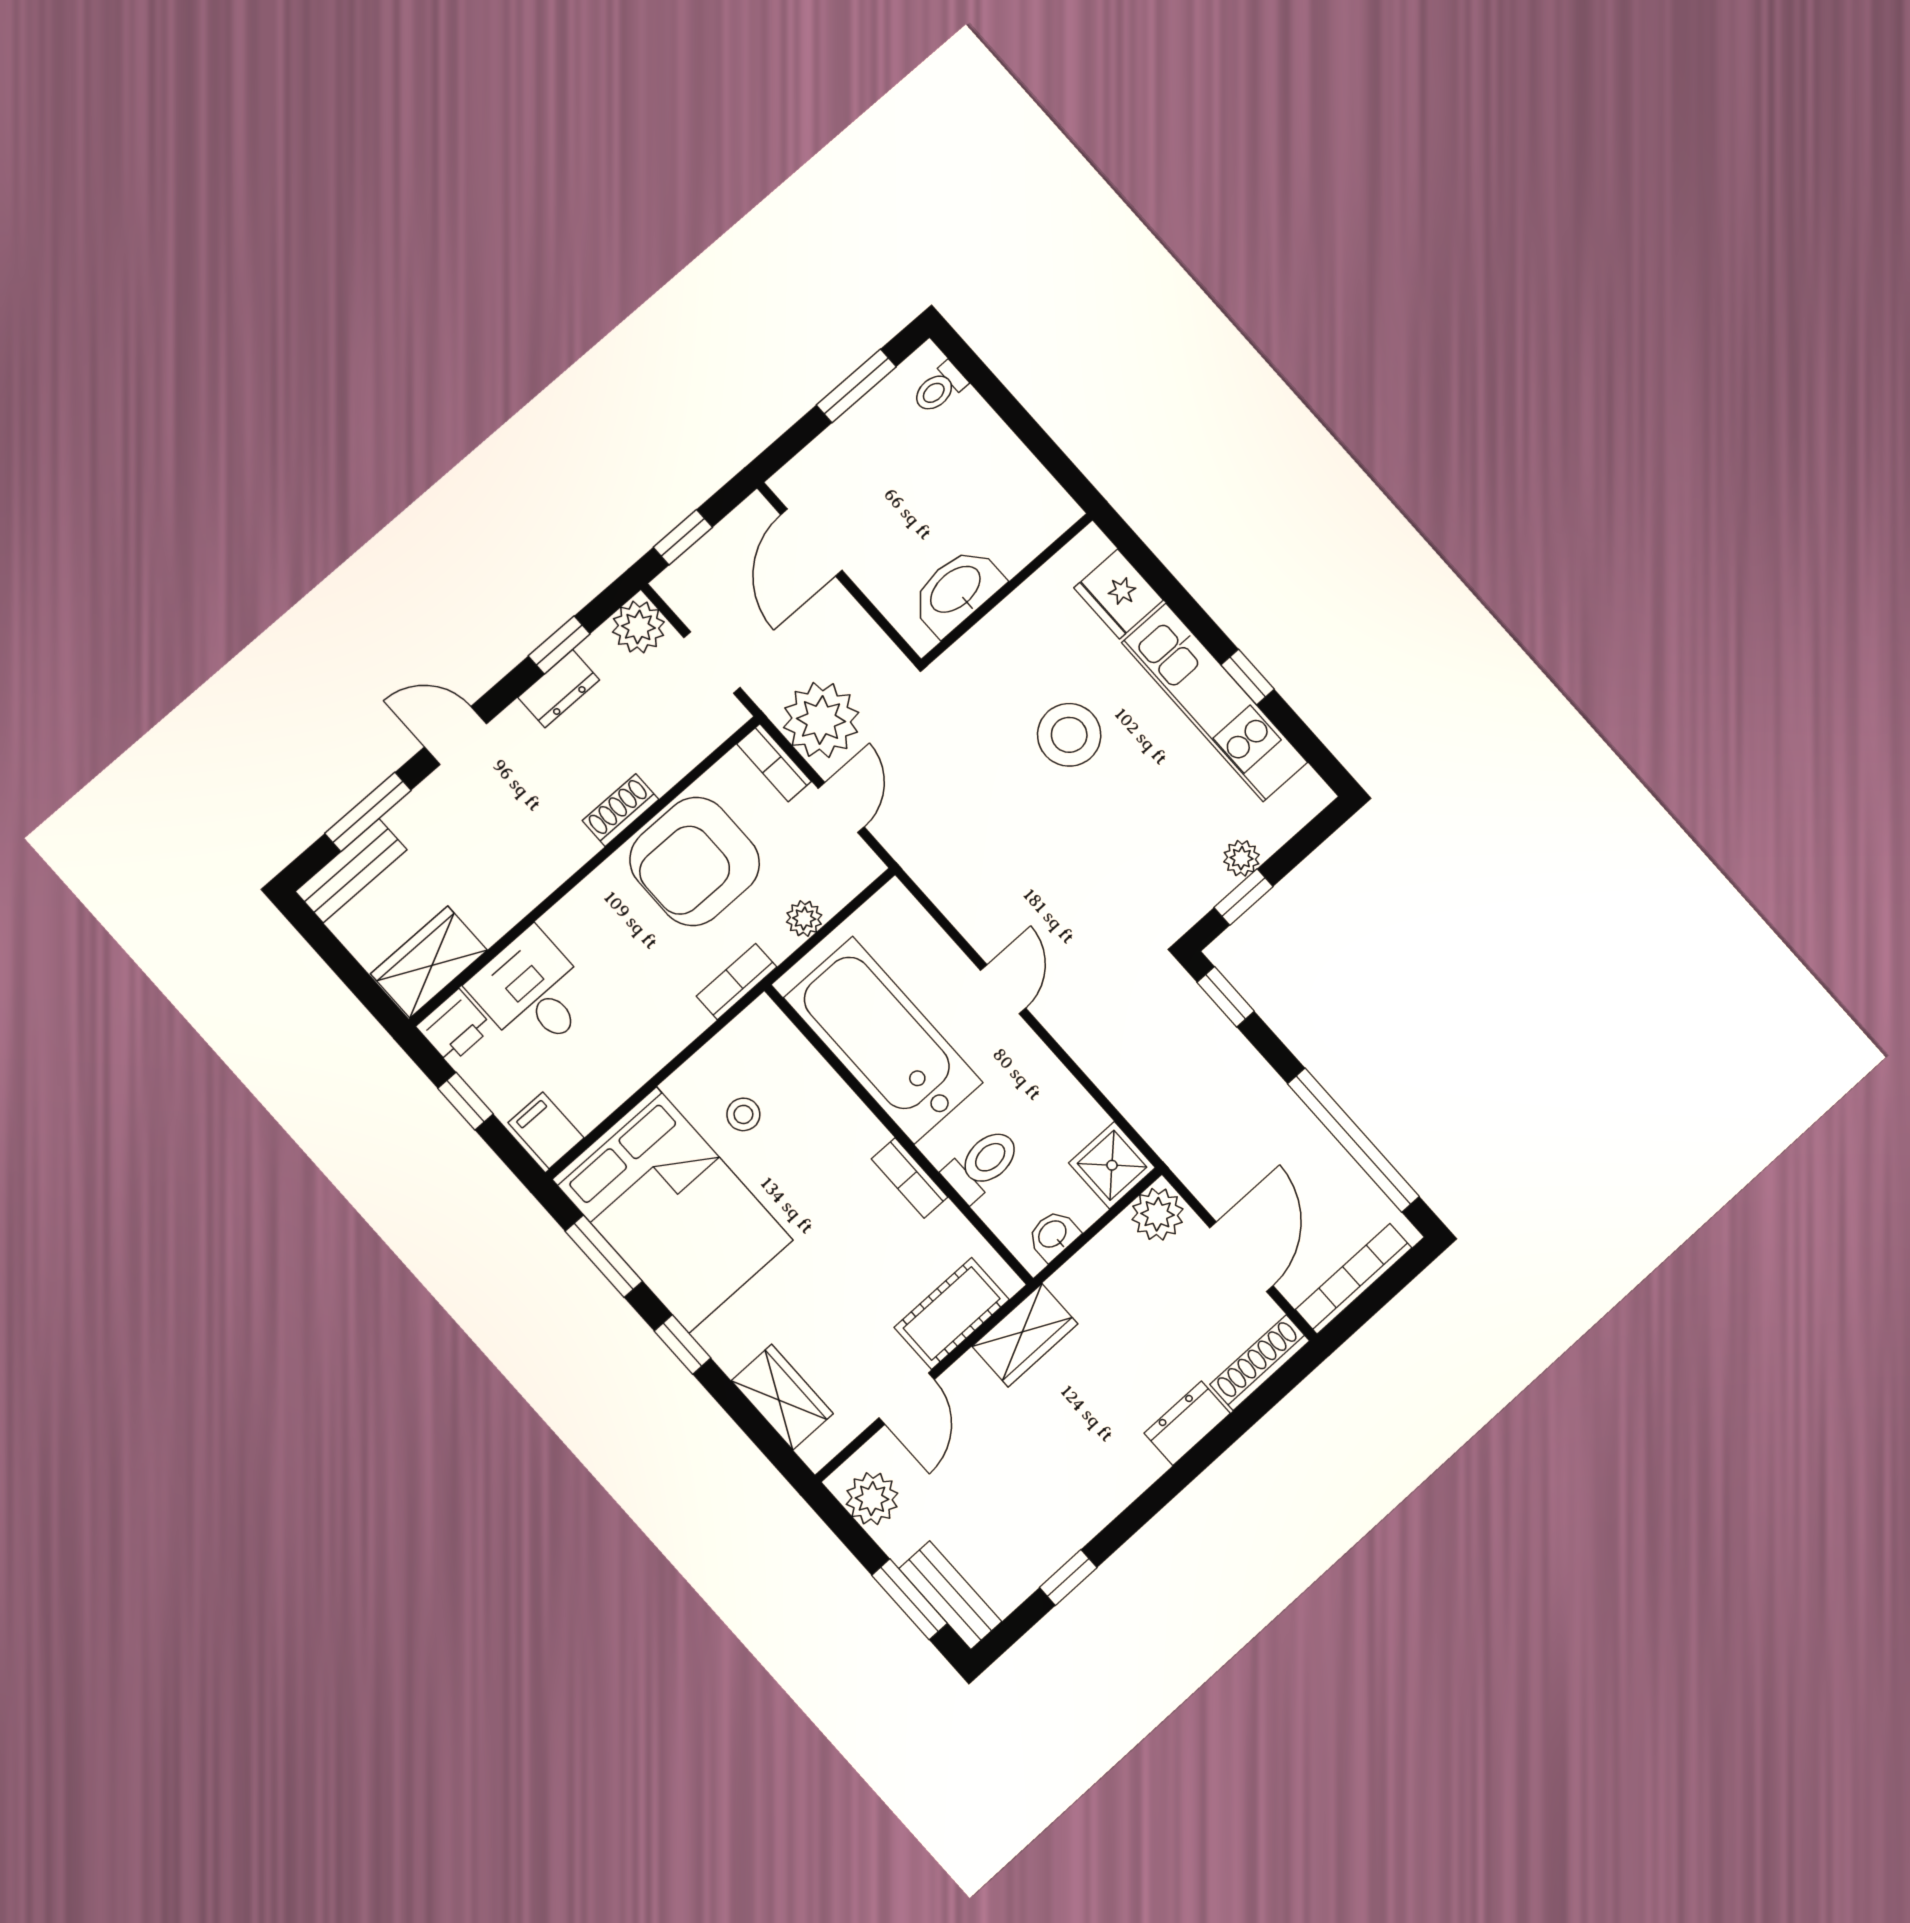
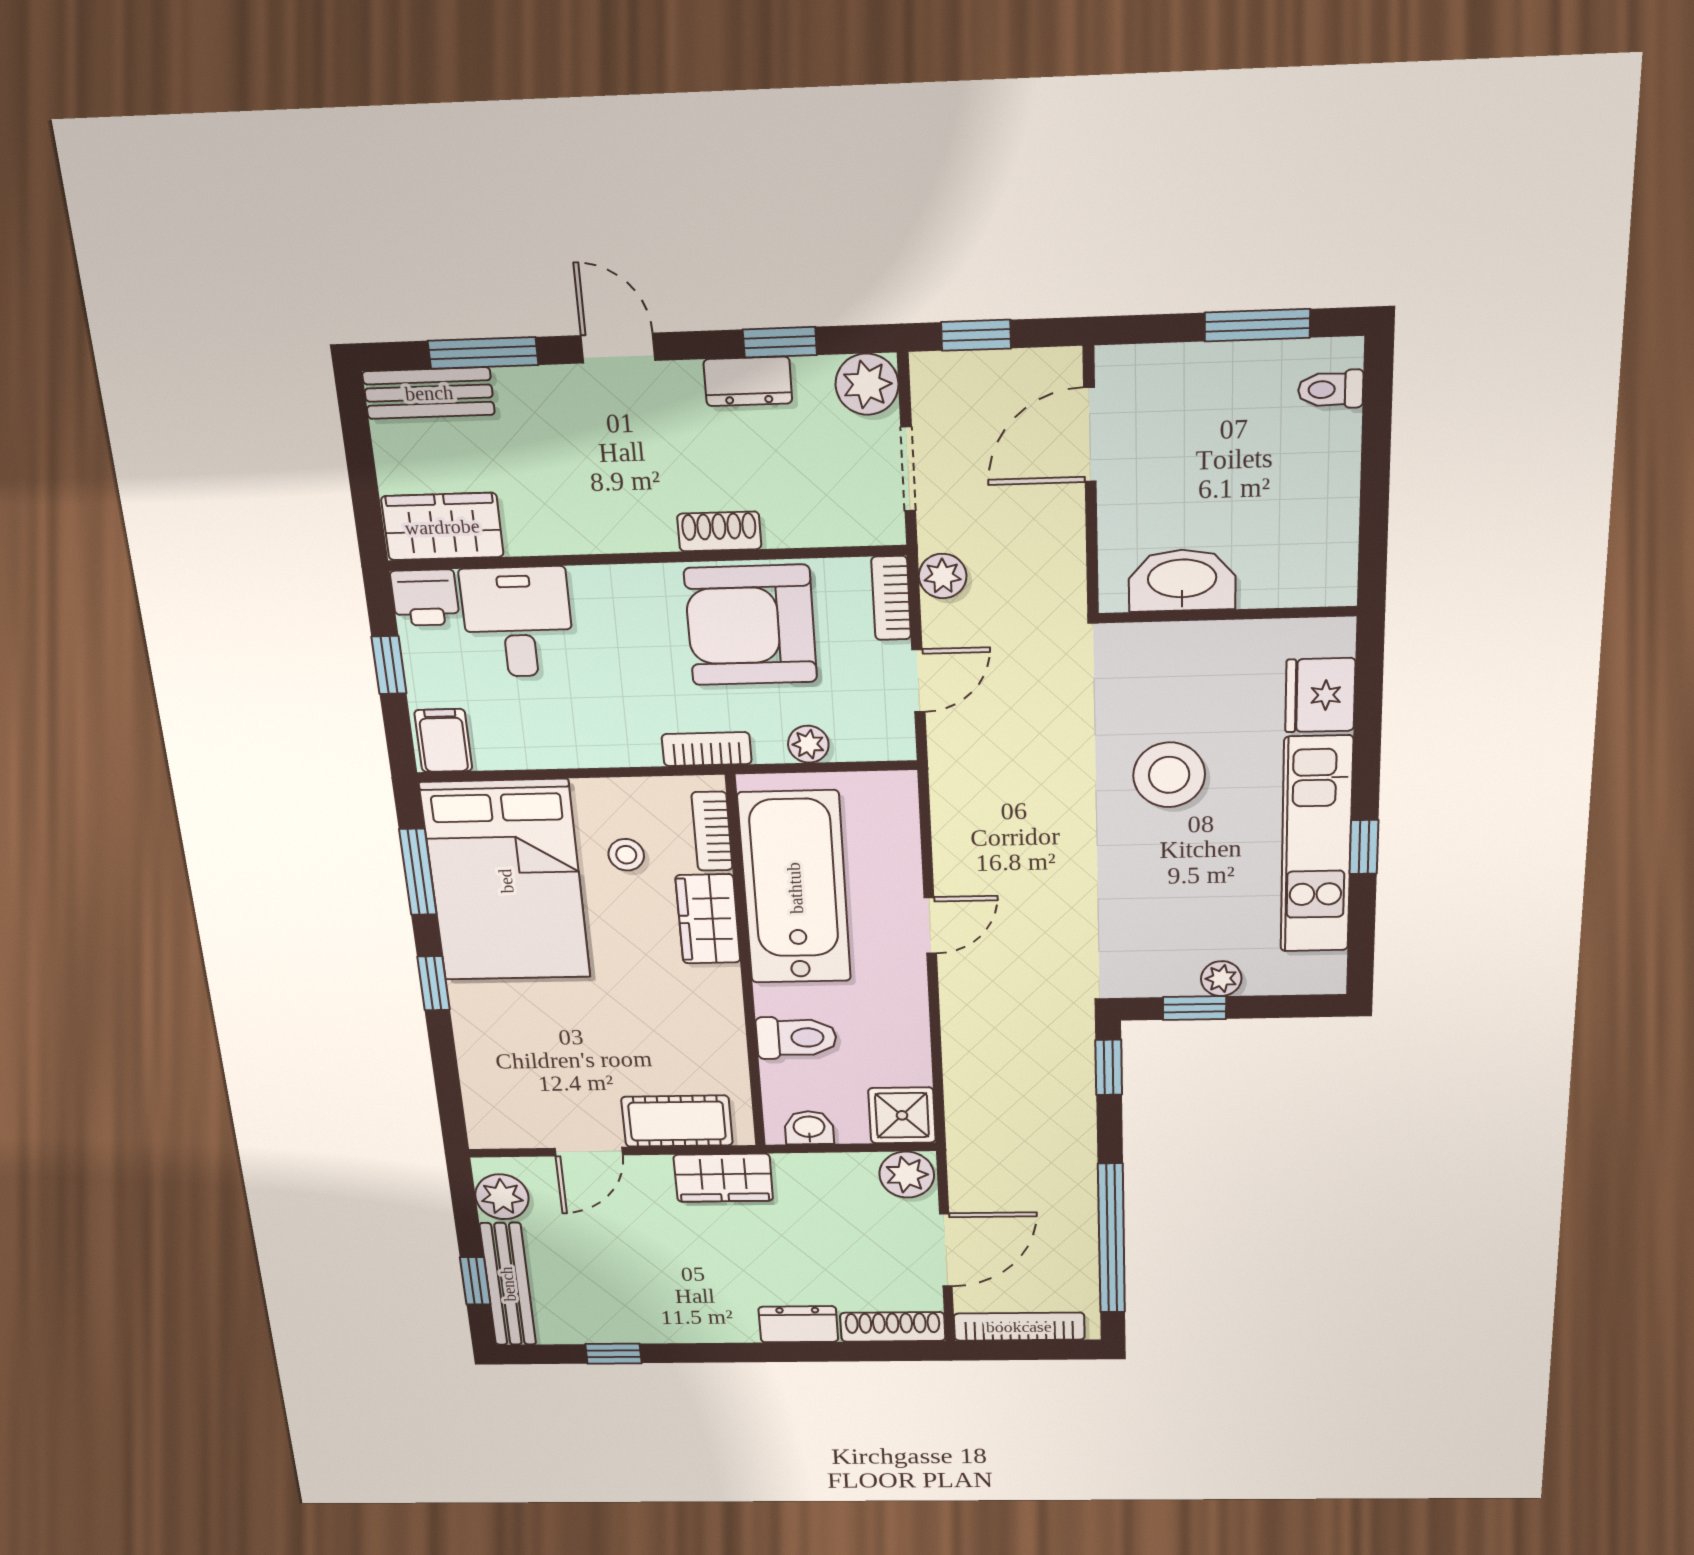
plant: (821, 720) -> (943, 576), width x0.53, depth x0.53
bookcase: (910, 1178) -> (712, 831), moved
wardrobe: (782, 1397) -> (708, 919), moved, turned 180
bench: (950, 1595) -> (508, 1284), width x1.36
window: (910, 1599) -> (475, 1281), width x0.67

